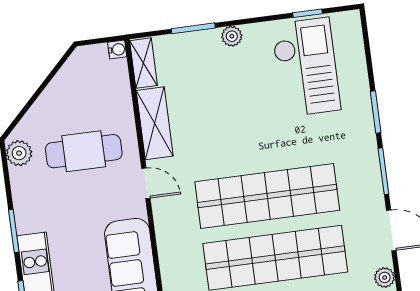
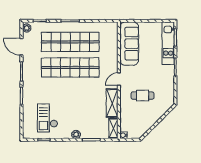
checkout: (306, 67) -> (48, 118), width x0.73, depth x0.83
cafe table: (84, 151) -> (143, 96), width x0.73, depth x0.74
plant: (19, 153) -> (169, 98), removed
door: (146, 183) -> (119, 79), hinge flipped

